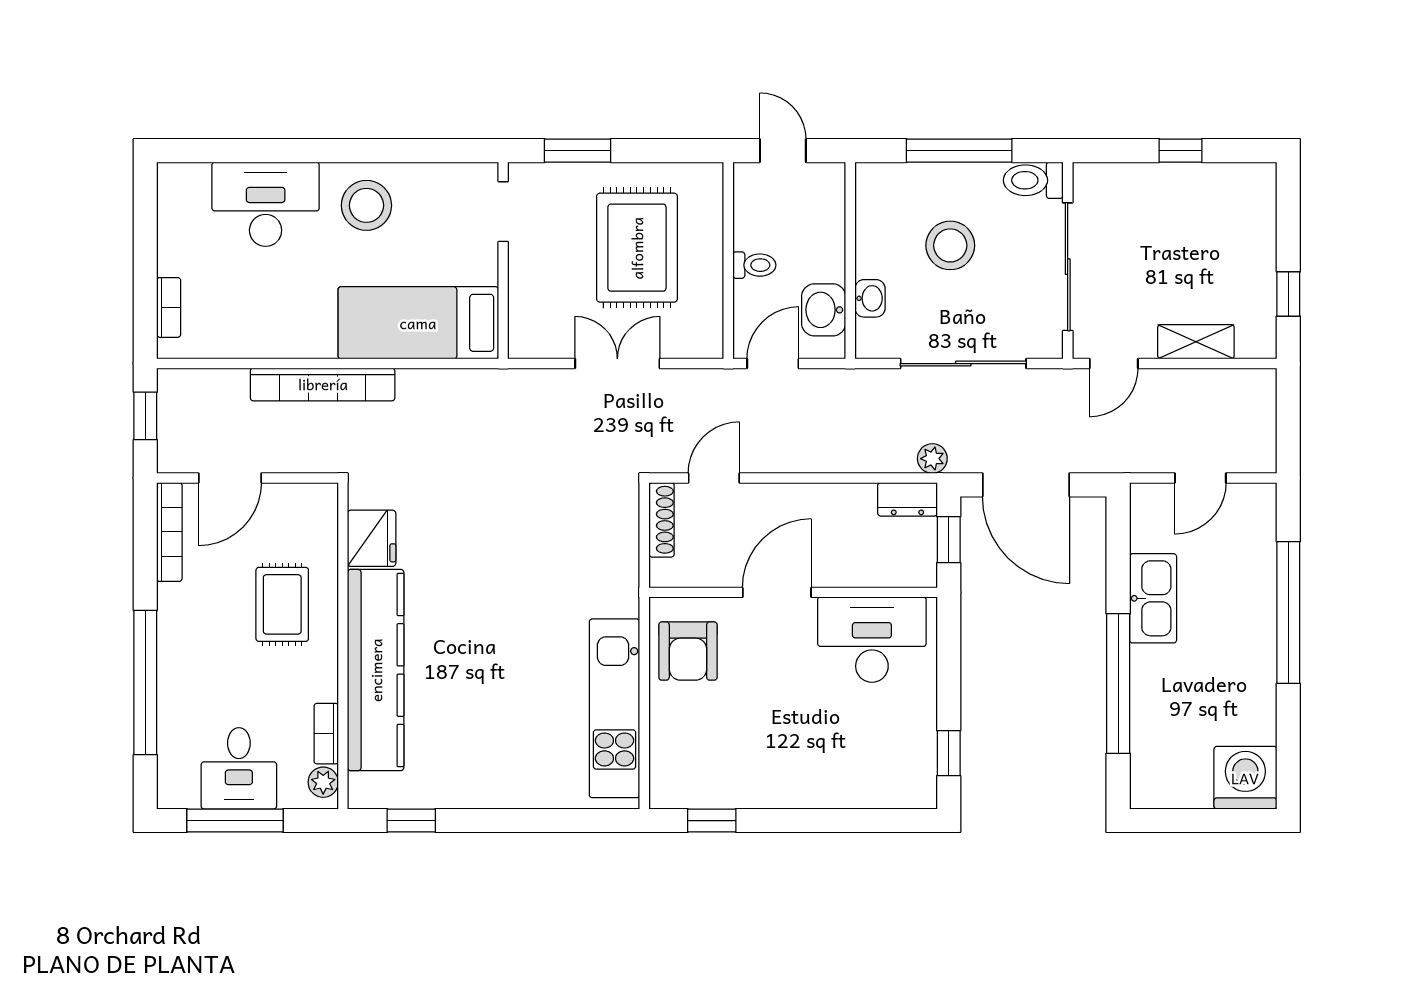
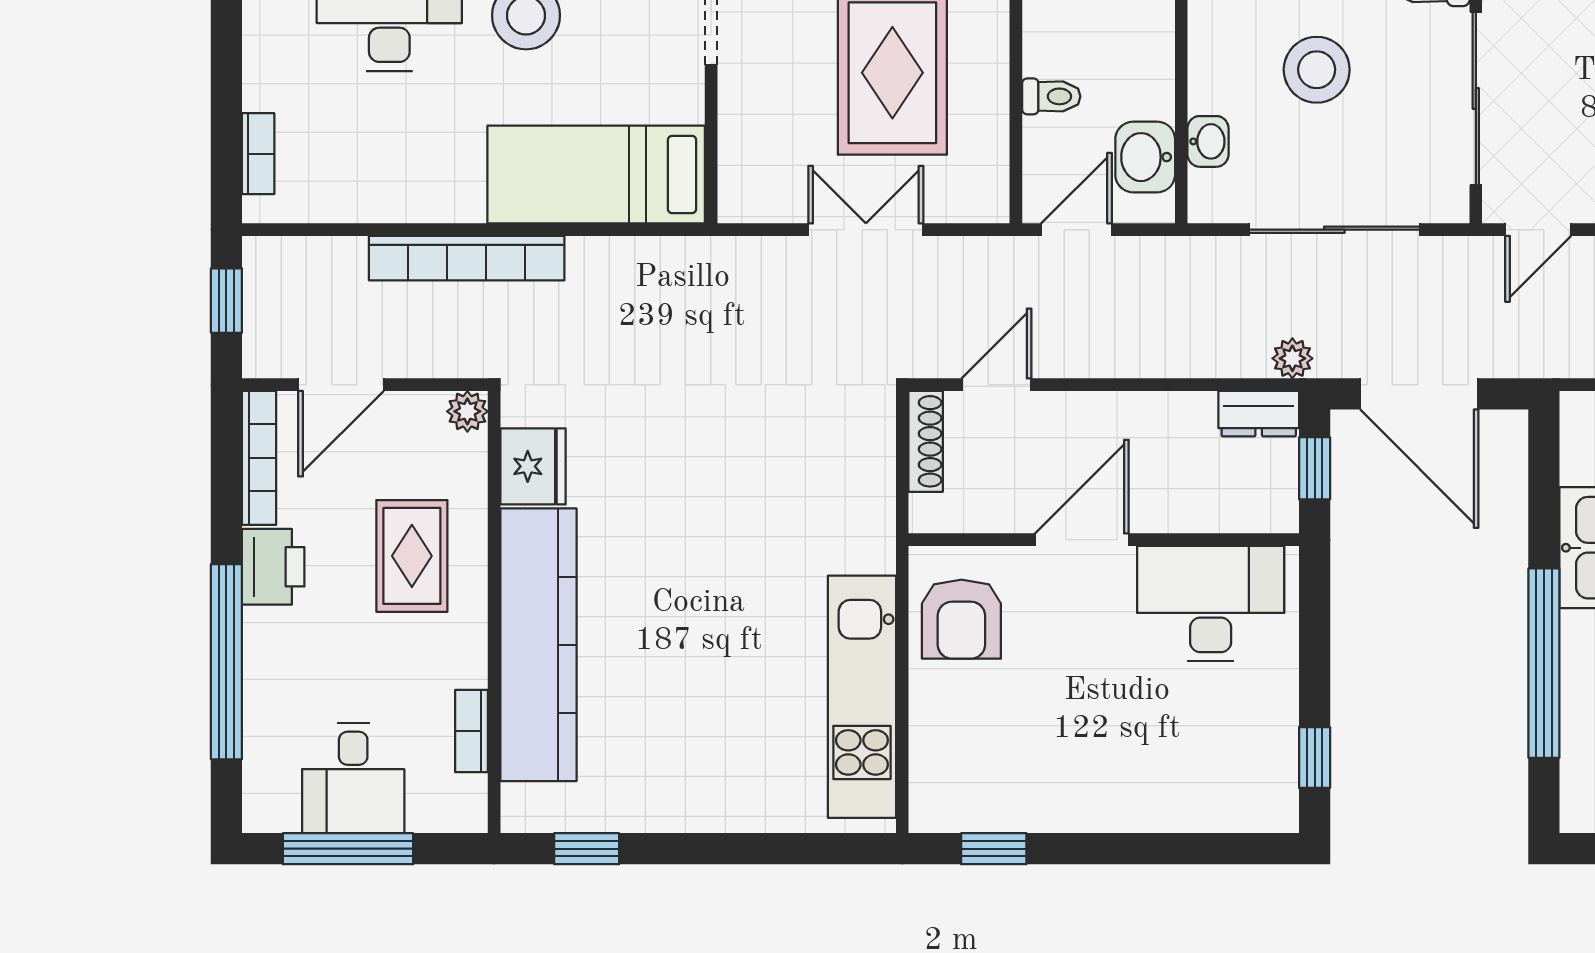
printer: (180, 612) -> (273, 567), added
plant: (323, 782) -> (467, 411), moved

